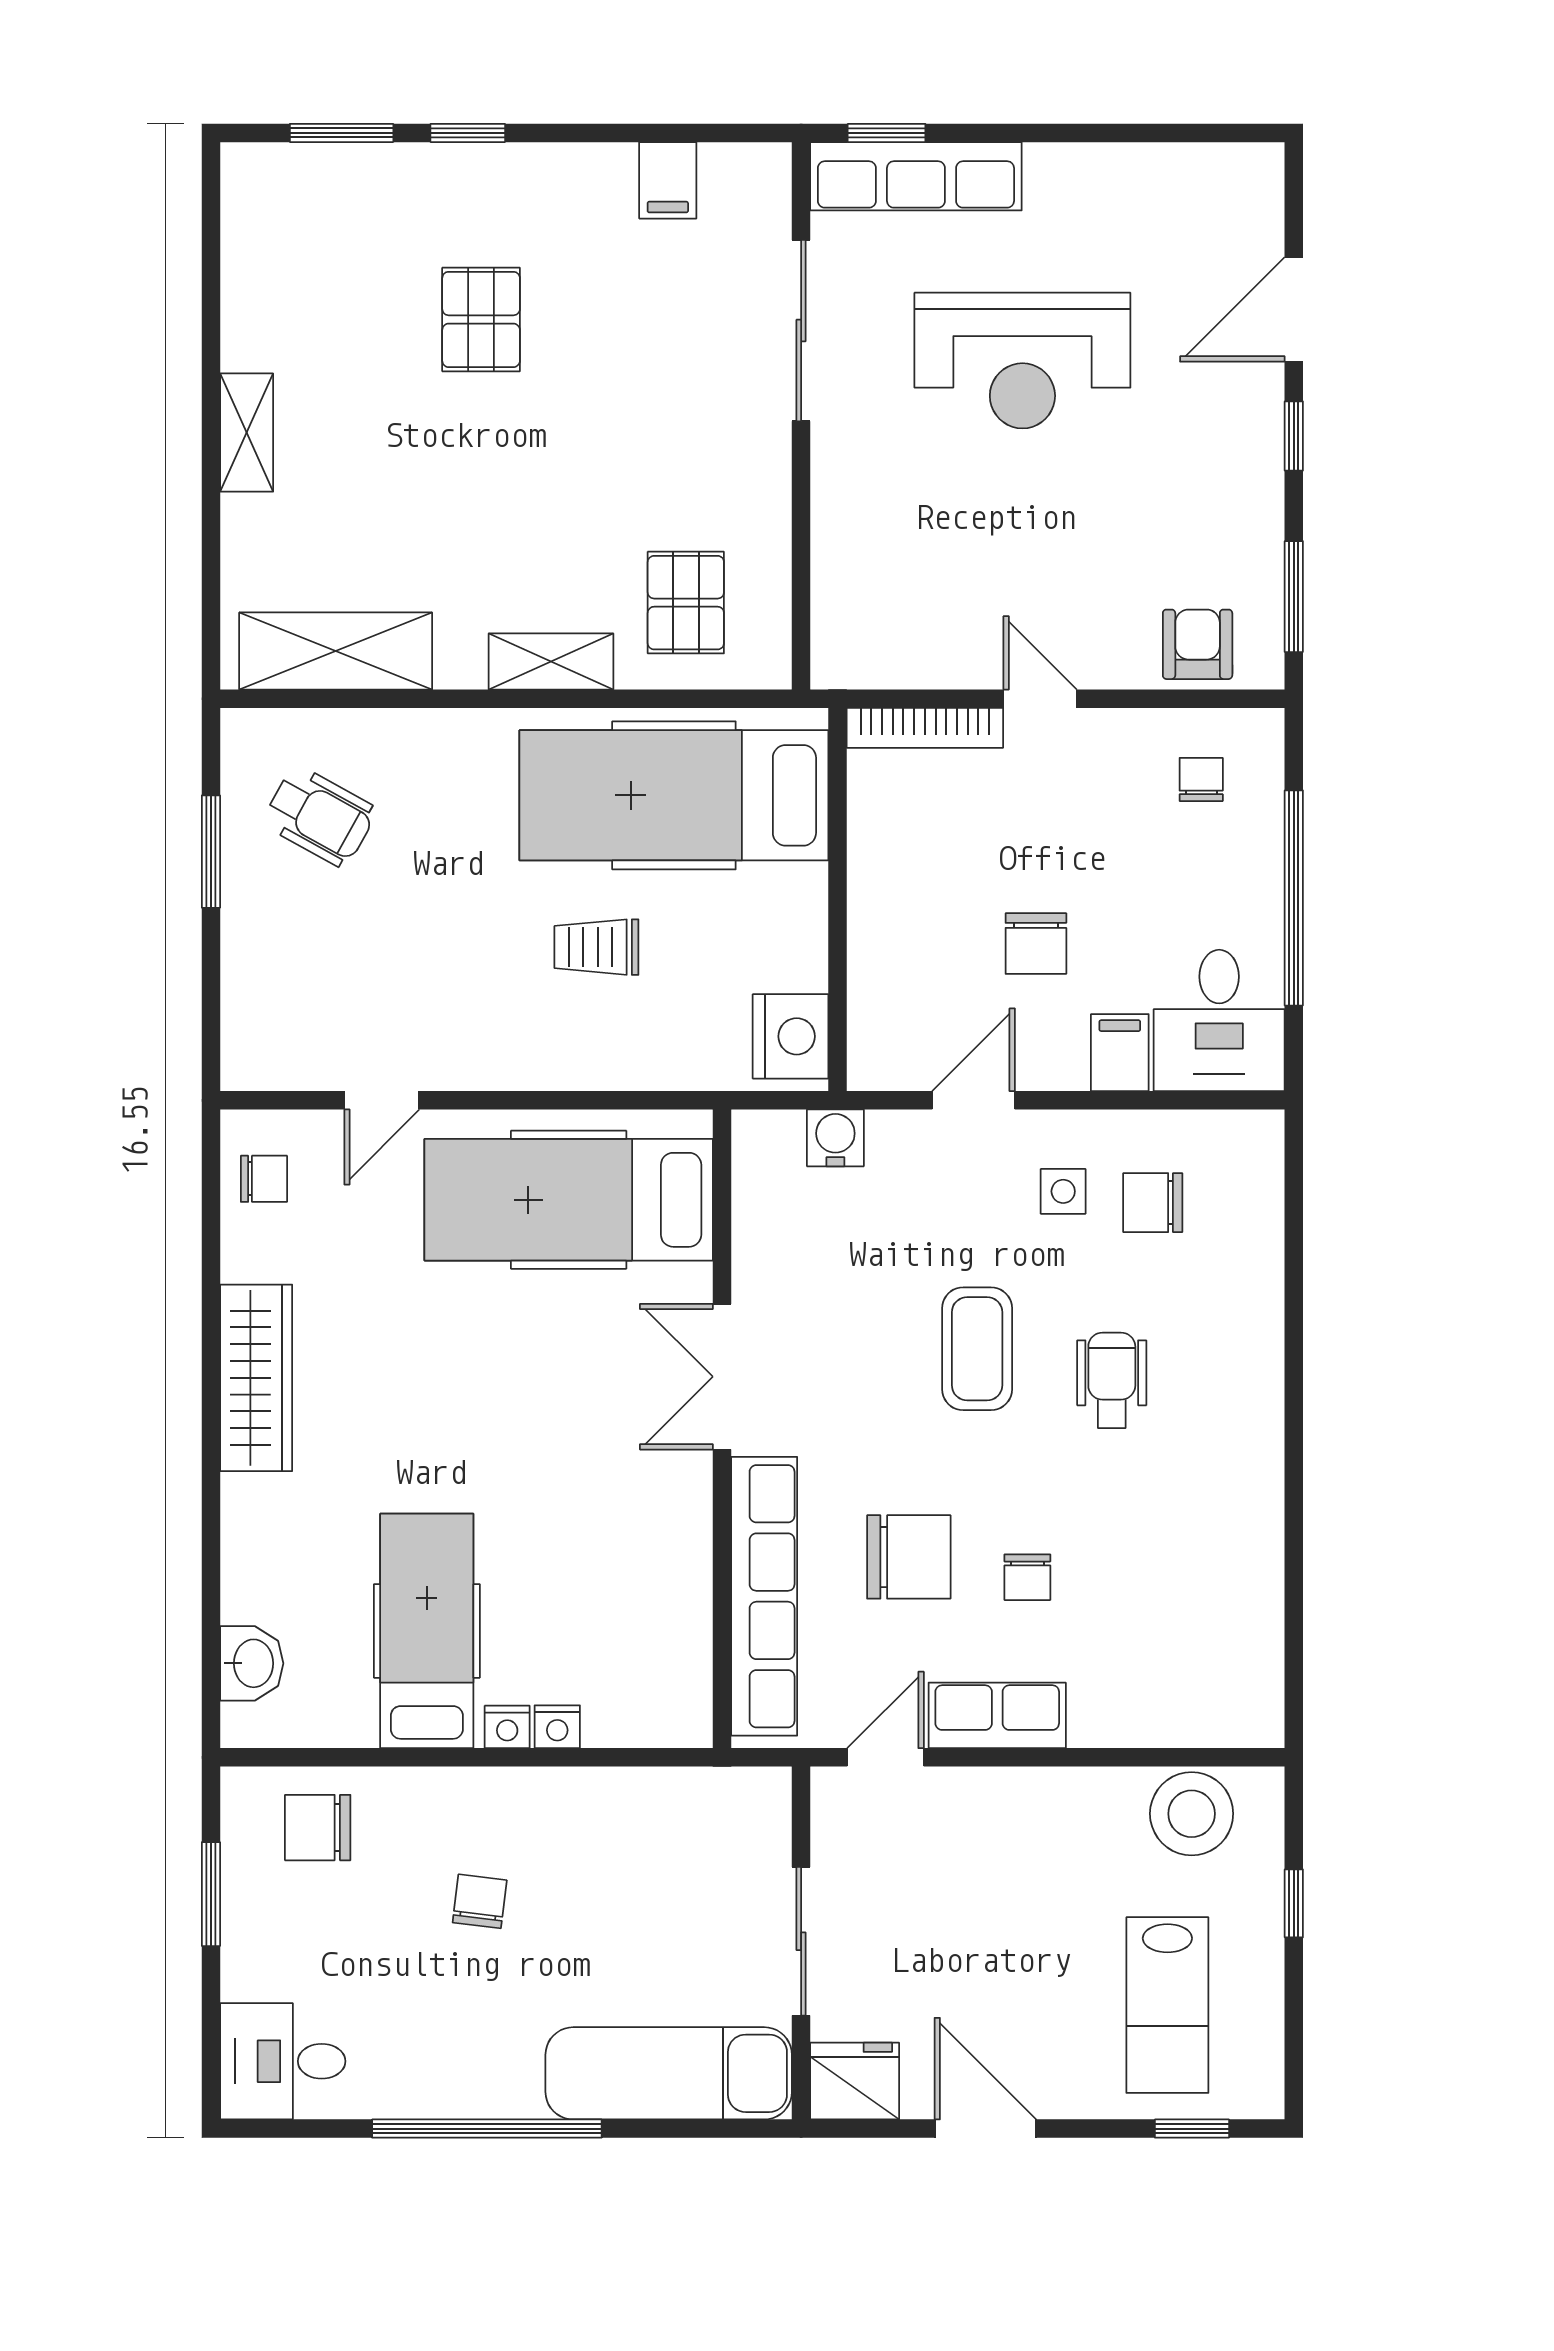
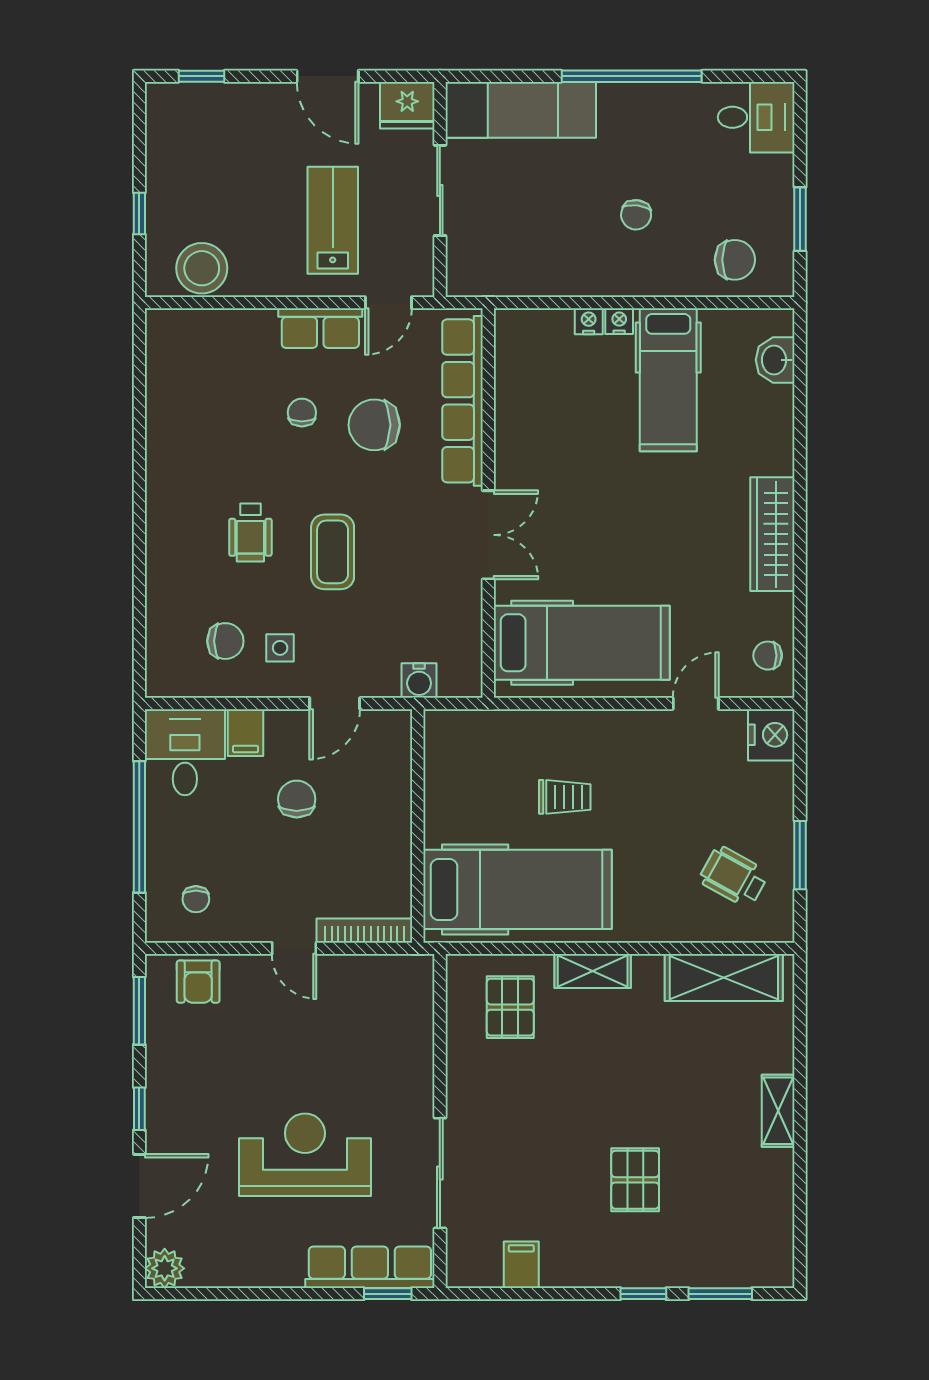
plant: (1252, 174) -> (165, 1268), added
nightstand: (791, 1036) -> (771, 735), moved, turned 180
lab bench: (1167, 2005) -> (333, 220), moved

